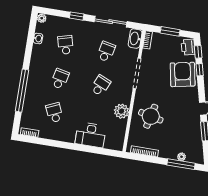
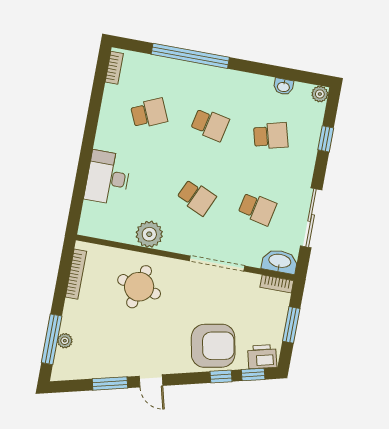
window: (77, 16) -> (326, 139), moved

